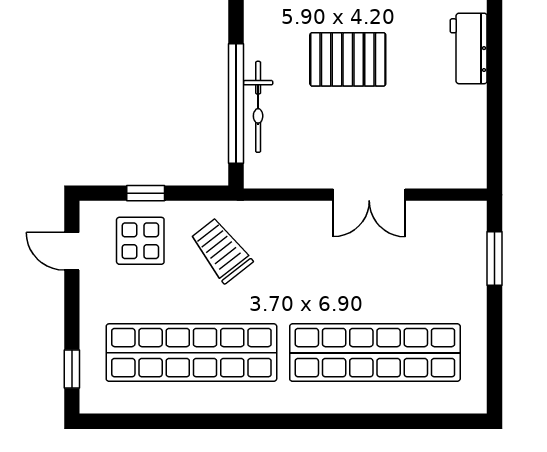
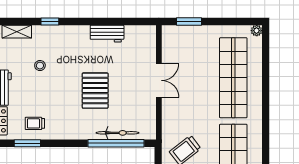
workbench: (469, 48) -> (107, 34), moved
plant: (475, 402) -> (257, 31), added

